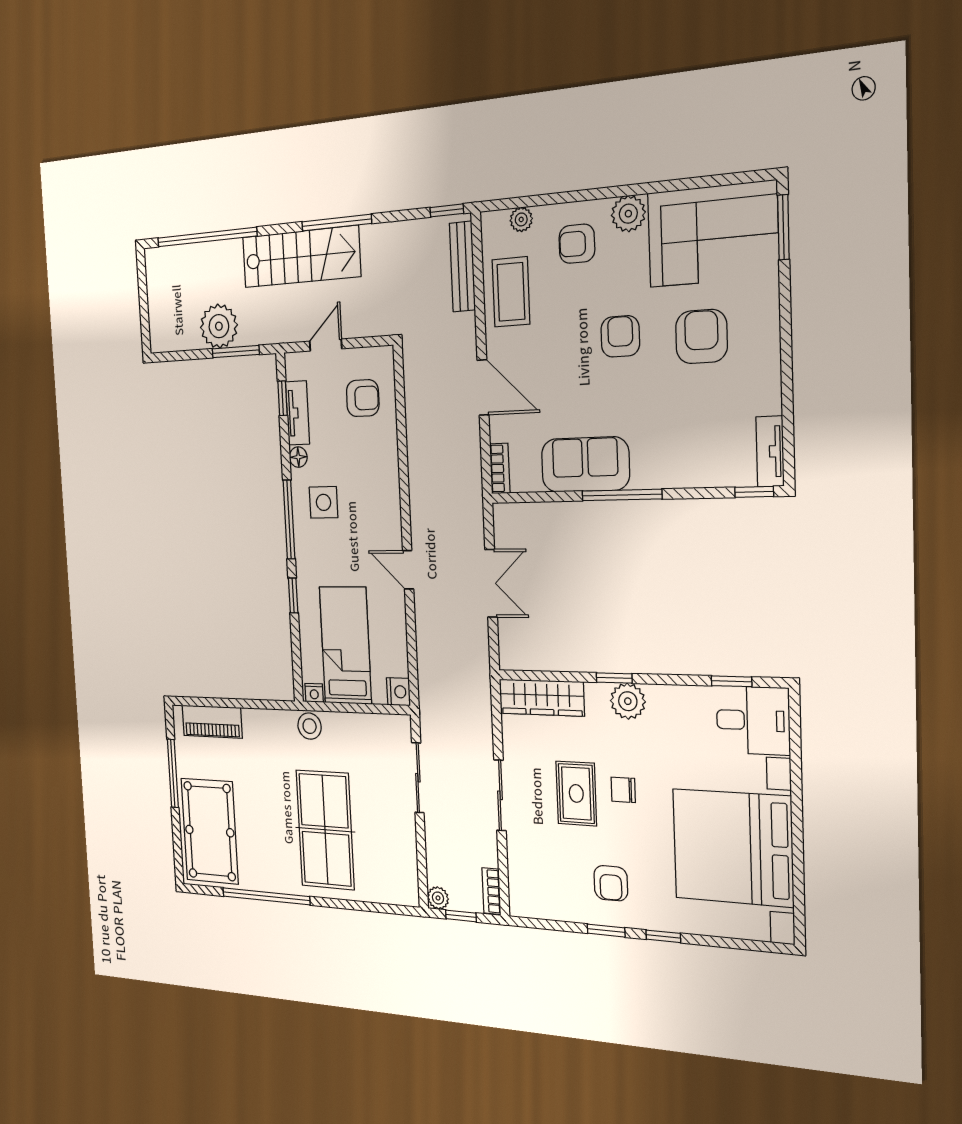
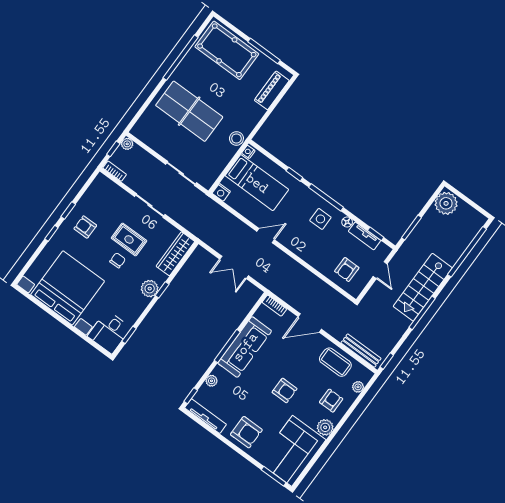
plant: (219, 326) -> (446, 203), moved
armchair: (701, 337) -> (246, 432), moved
tv unit: (770, 451) -> (206, 416), width x1.41
sofa: (585, 464) -> (245, 347), width x1.36
plant: (700, 476) -> (212, 381), added

